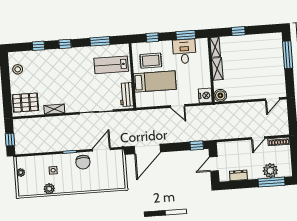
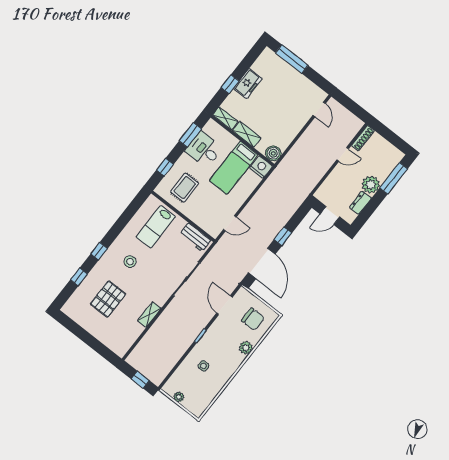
window: (100, 41) -> (125, 218), removed
freezer: (249, 42) -> (248, 84), added
stool: (18, 69) -> (130, 262), moved
bed: (155, 81) -> (234, 168), moved, turned 180
pallet: (25, 103) -> (108, 299), moved
door: (178, 106) -> (230, 223), moved
door: (258, 138) -> (343, 154), hinge flipped
window: (197, 145) -> (283, 236), moved
chair: (83, 162) -> (253, 319), moved
door: (214, 164) -> (330, 215), hinge flipped
plant: (270, 171) -> (371, 185), moved
plant: (49, 189) -> (246, 348), moved

